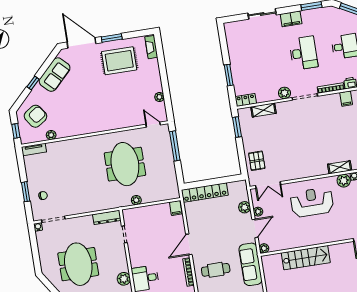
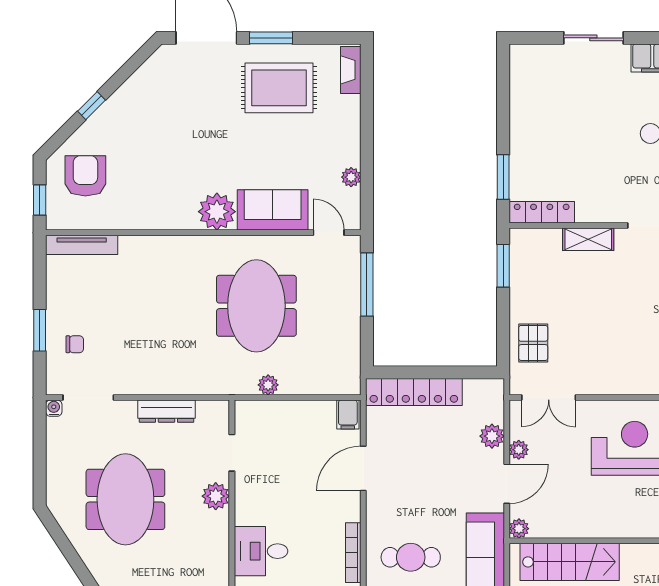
sofa: (55, 75) -> (273, 210), moved, turned -135
window: (229, 75) -> (503, 177), moved
plant: (284, 93) -> (614, 211), removed
locker: (246, 100) -> (542, 212), width x1.53
shelving: (263, 110) -> (588, 239), moved
armchair: (35, 116) -> (85, 176), turned -56
plant: (51, 135) -> (217, 212), moved, width x1.87, depth x1.87
tv unit: (34, 149) -> (82, 245), width x1.41
dresser: (107, 217) -> (166, 411), moved
door: (189, 244) -> (363, 468), moved
stairs: (306, 258) -> (570, 562), moved
plant: (124, 279) -> (216, 496), moved

